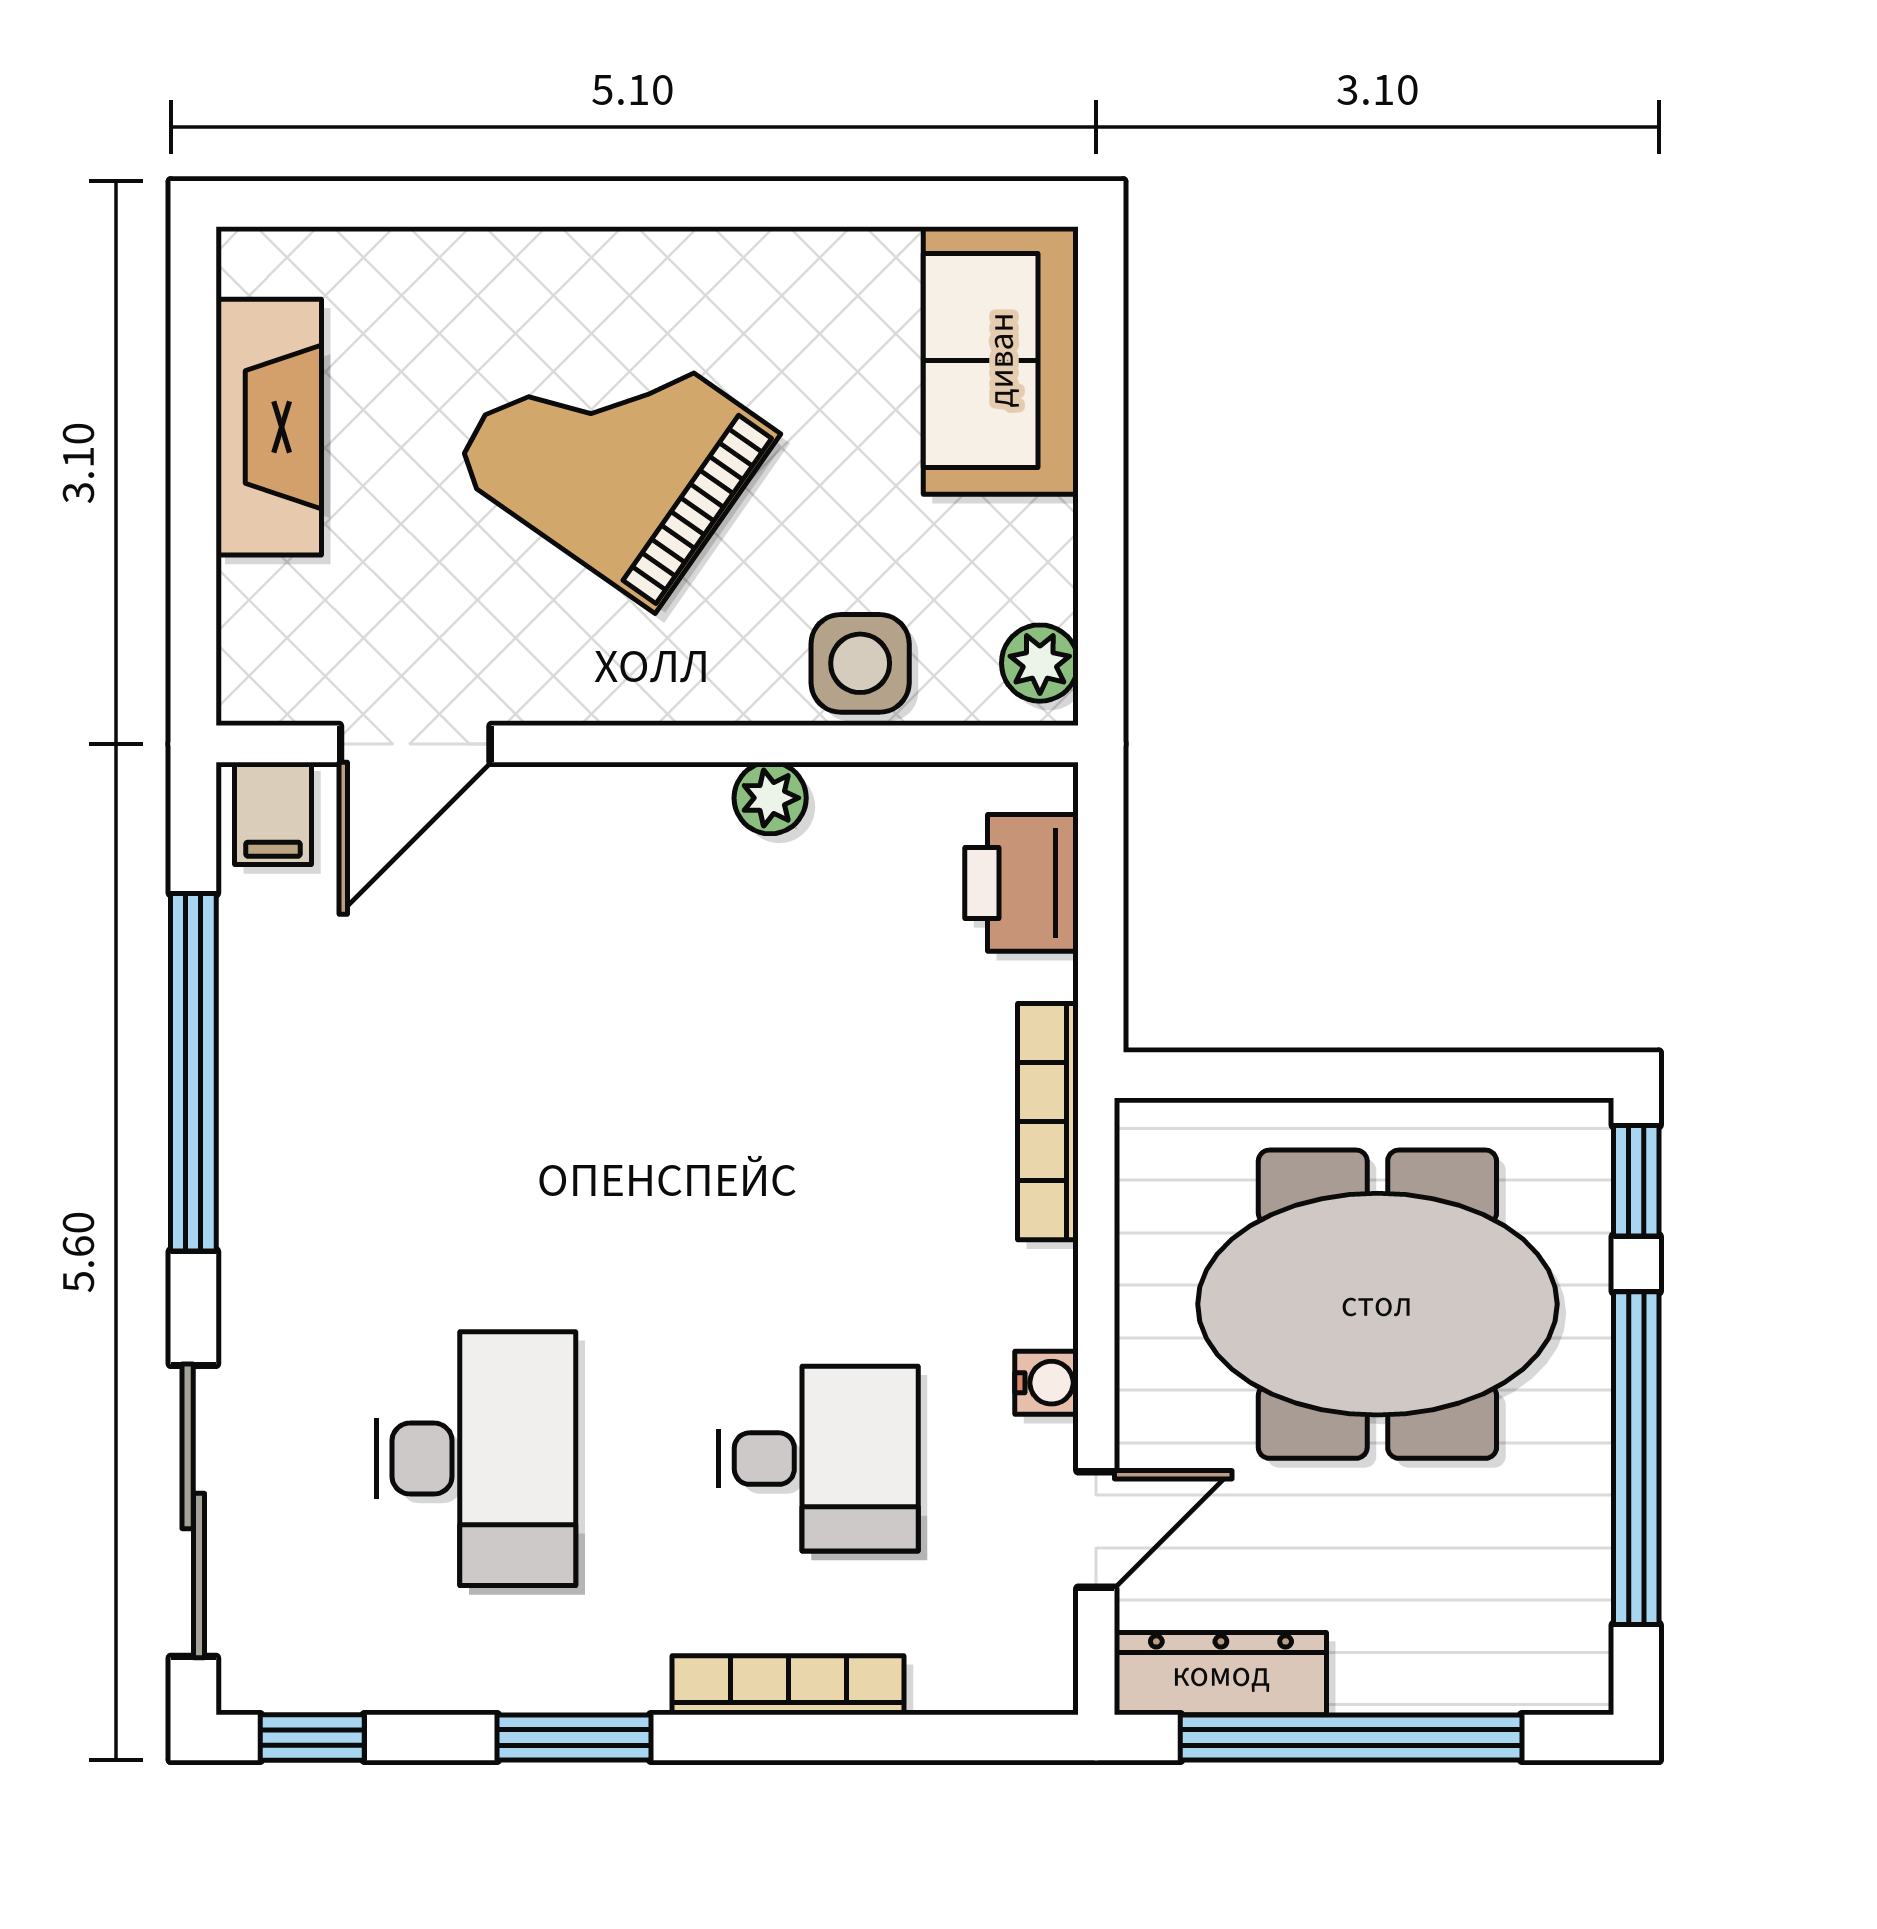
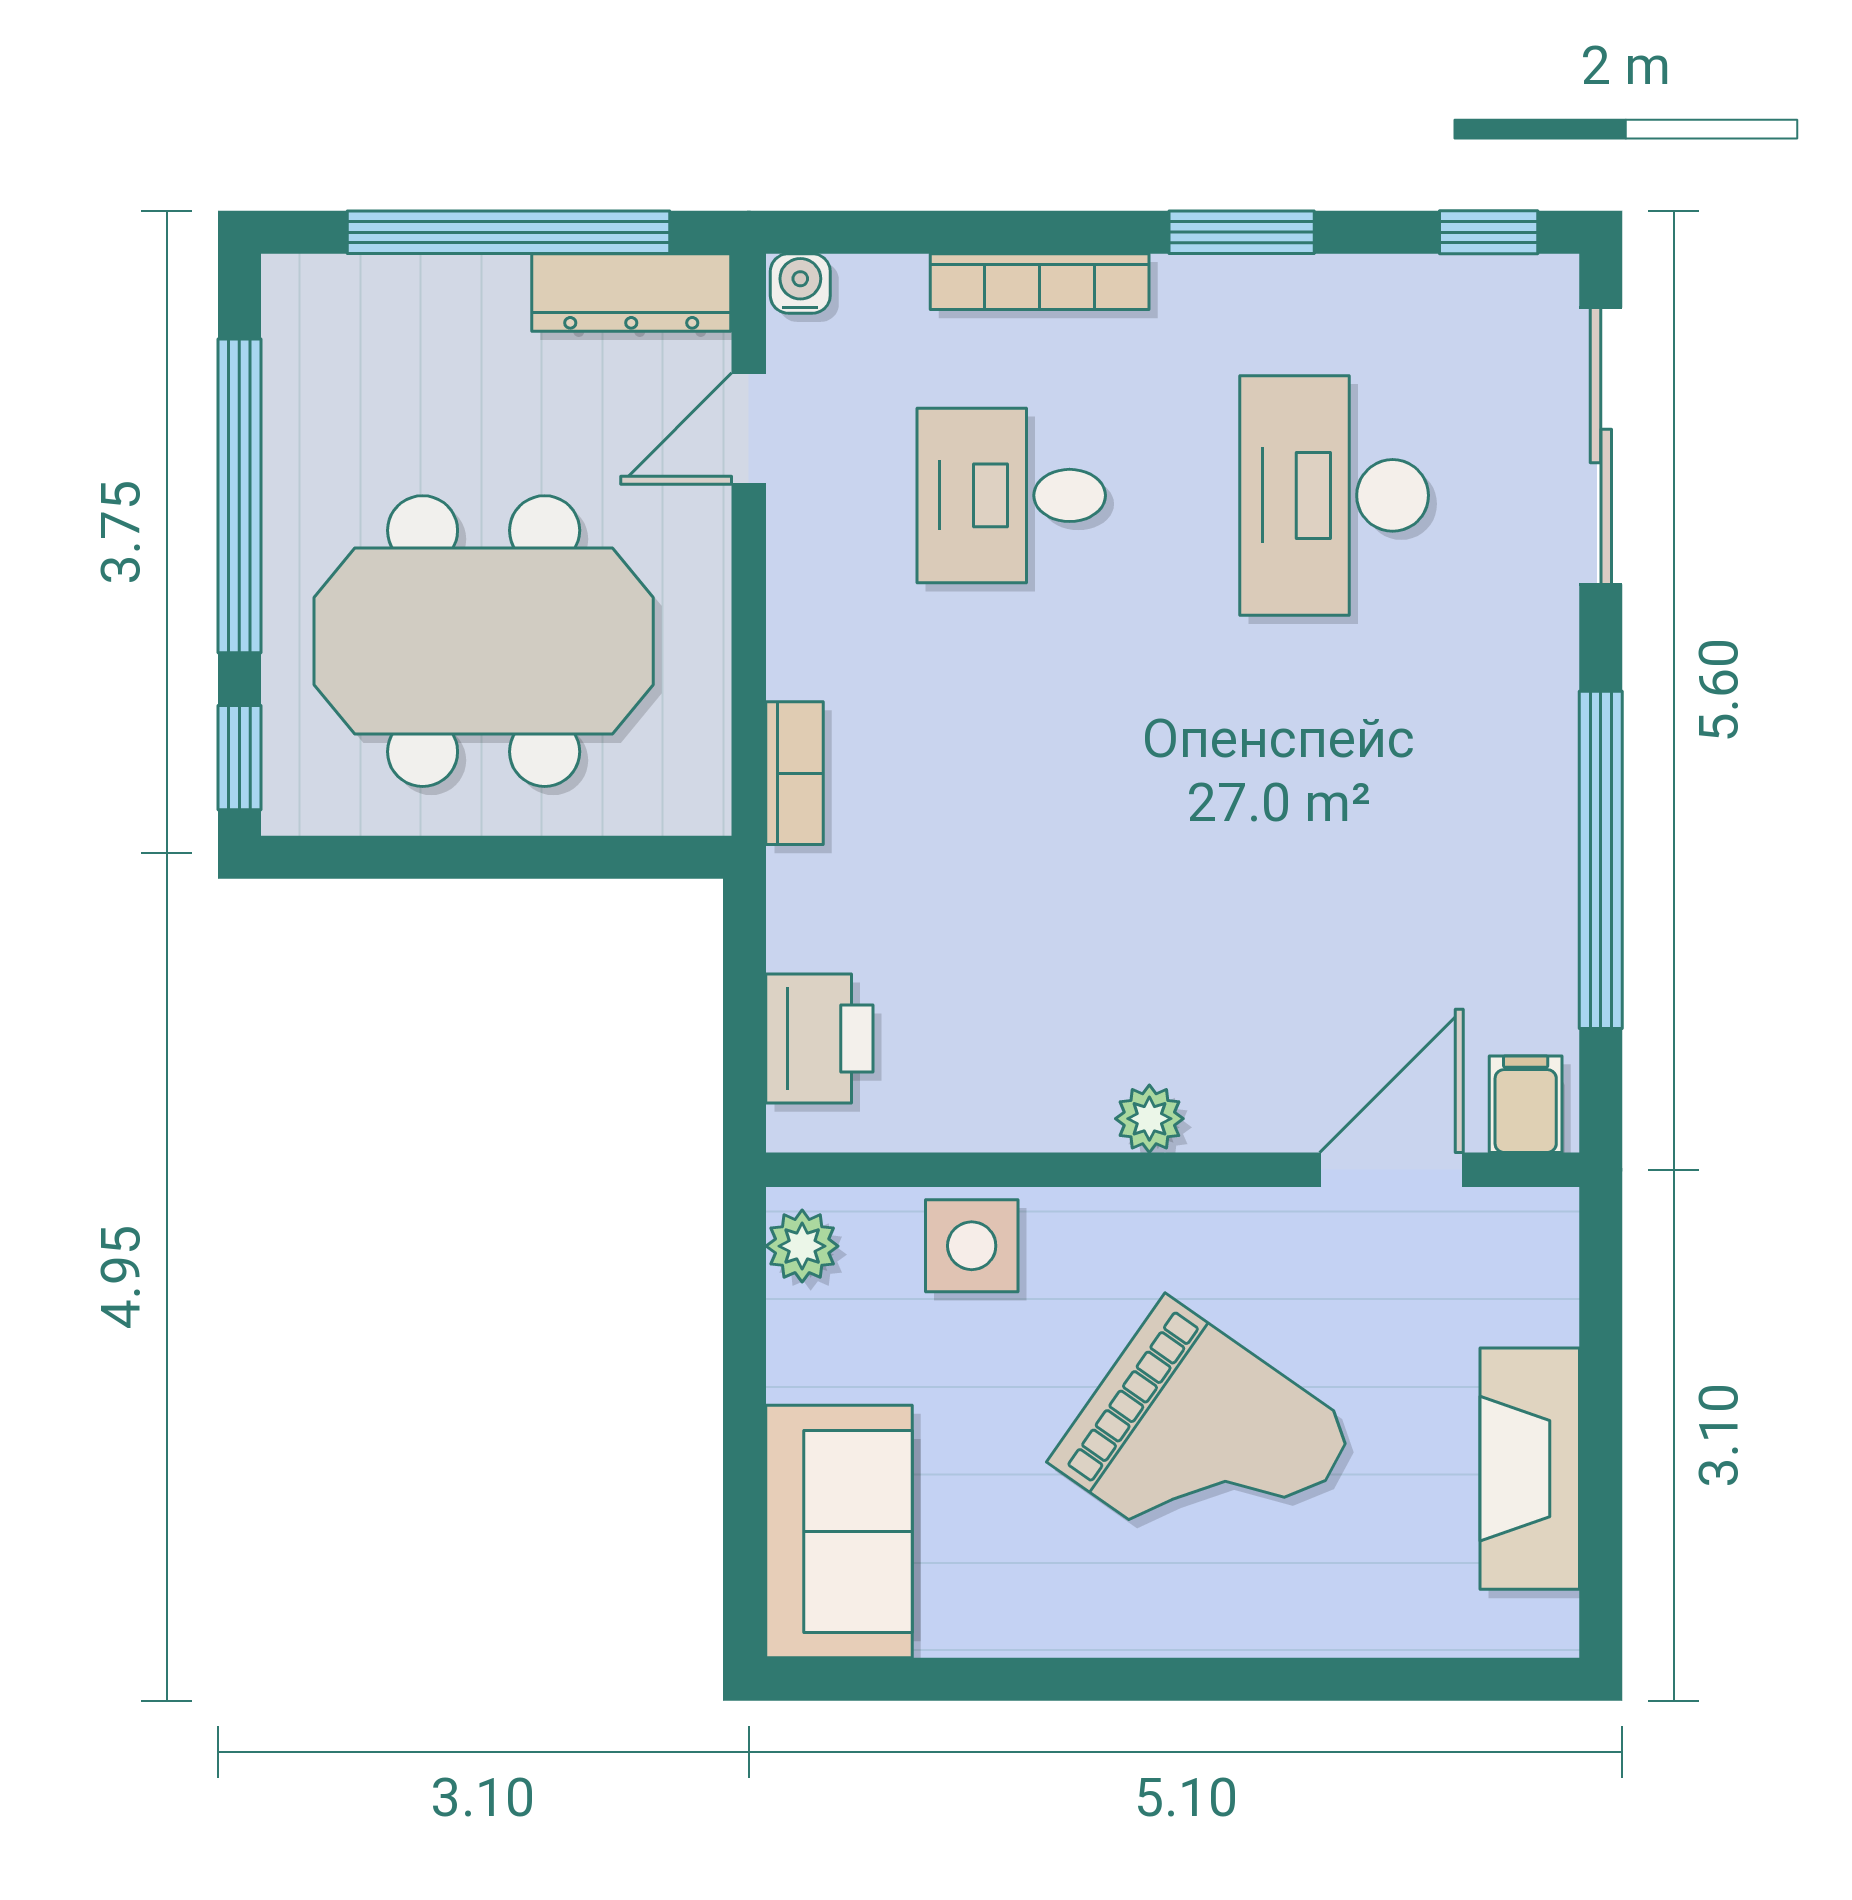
plant: (770, 798) -> (1149, 1119), moved
bookcase: (1048, 1122) -> (795, 773), width x0.64
water cooler: (1046, 1383) -> (800, 283), moved, turned 90

